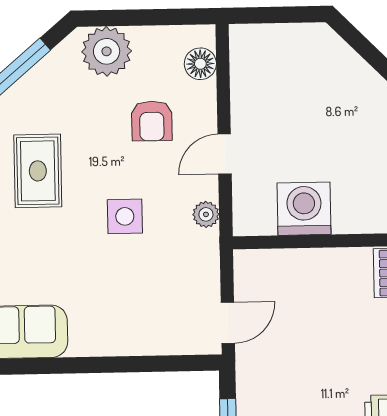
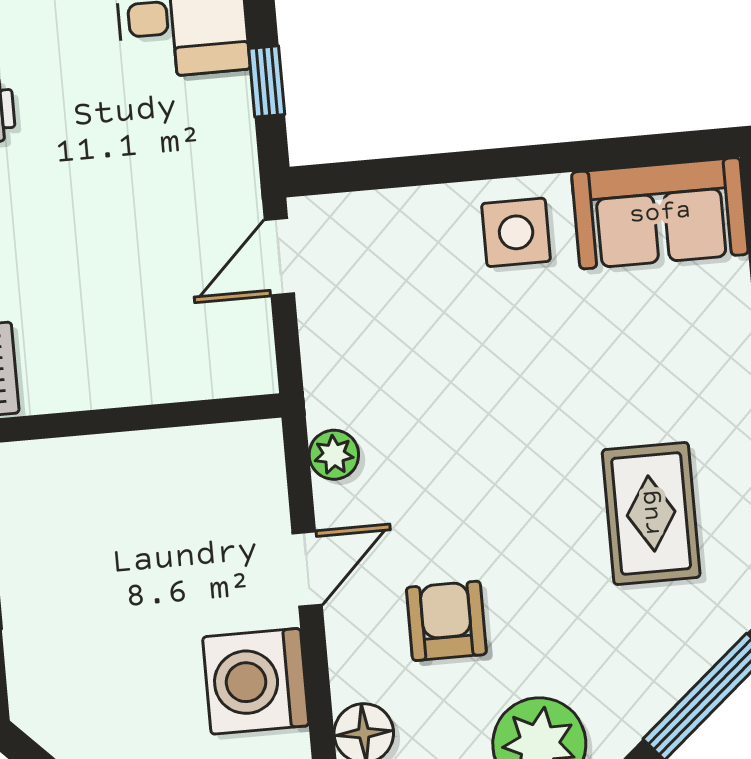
washing machine: (304, 209) -> (256, 681), moved, turned 90
side table: (125, 216) -> (516, 232), moved

